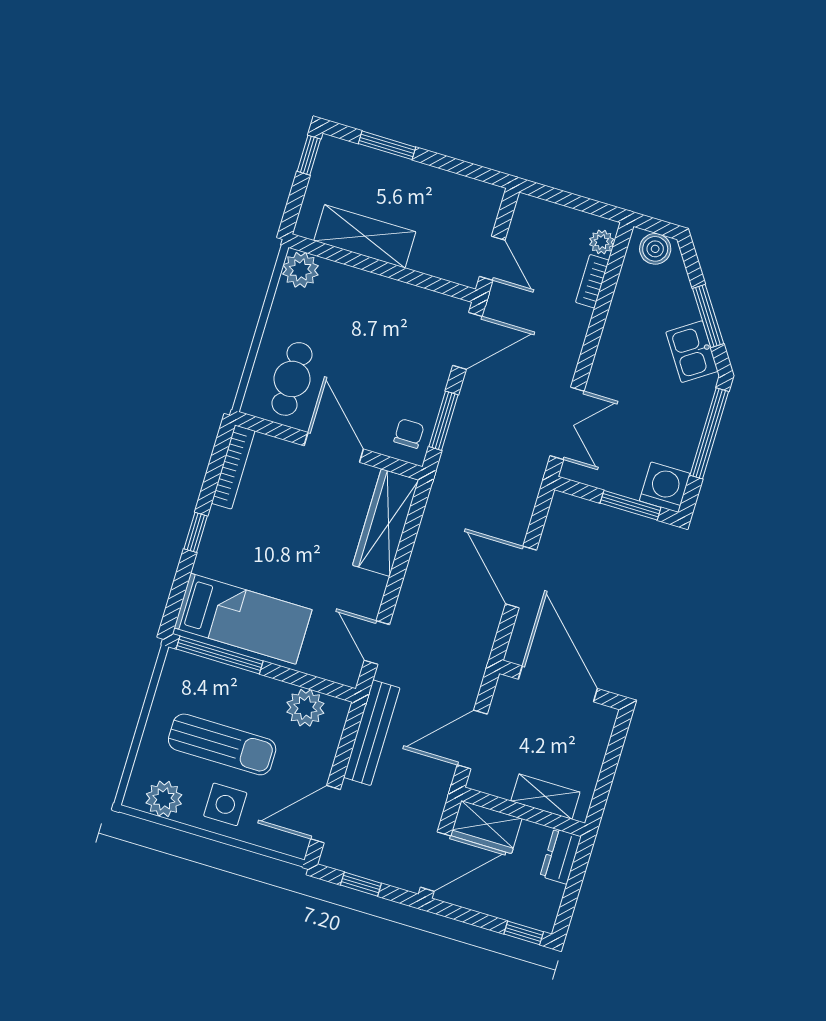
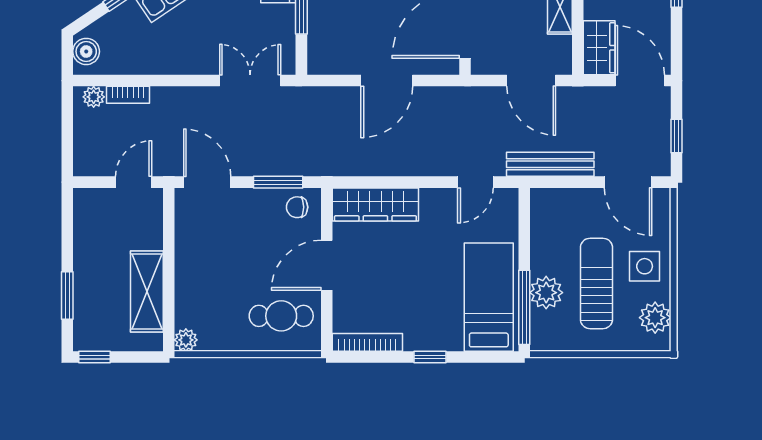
plant: (300, 270) -> (186, 340), width x0.73, depth x0.73
plant: (305, 708) -> (546, 293), moved

